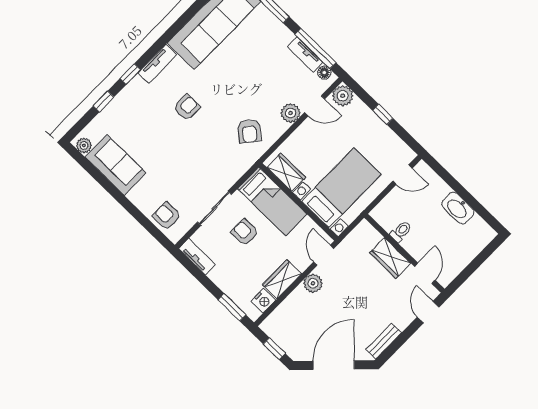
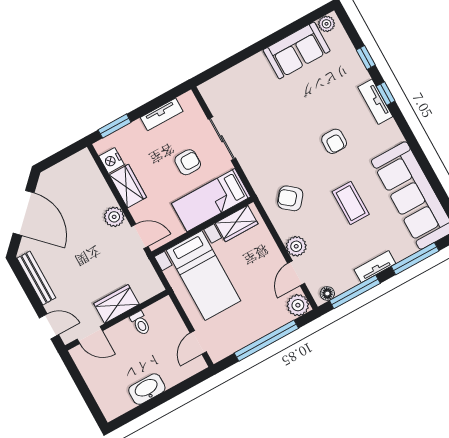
tv unit: (305, 54) -> (375, 267), moved
tv unit: (157, 64) -> (375, 102), moved
coffee table: (237, 76) -> (351, 203), added
window: (383, 114) -> (266, 341), width x3.17
armchair: (166, 216) -> (229, 87), removed
tv unit: (197, 257) -> (162, 114), moved
bench: (384, 341) -> (36, 278), width x1.36
window: (274, 349) -> (59, 157), removed

